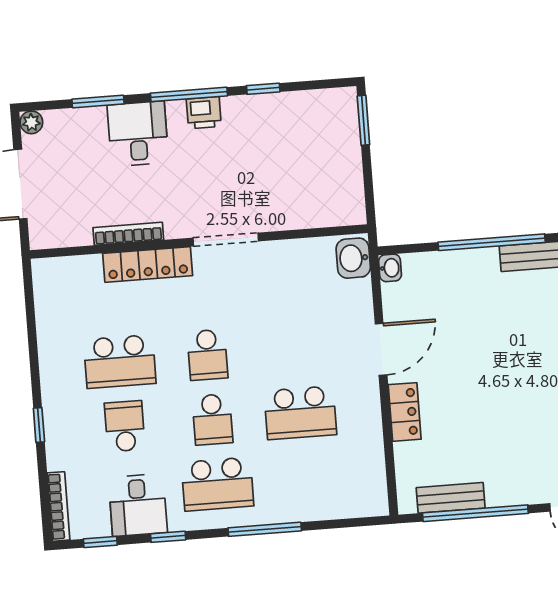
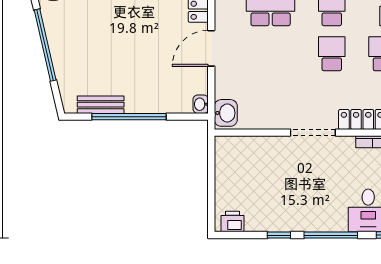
printer: (204, 113) -> (233, 222), moved
window: (363, 120) -> (211, 208), removed

